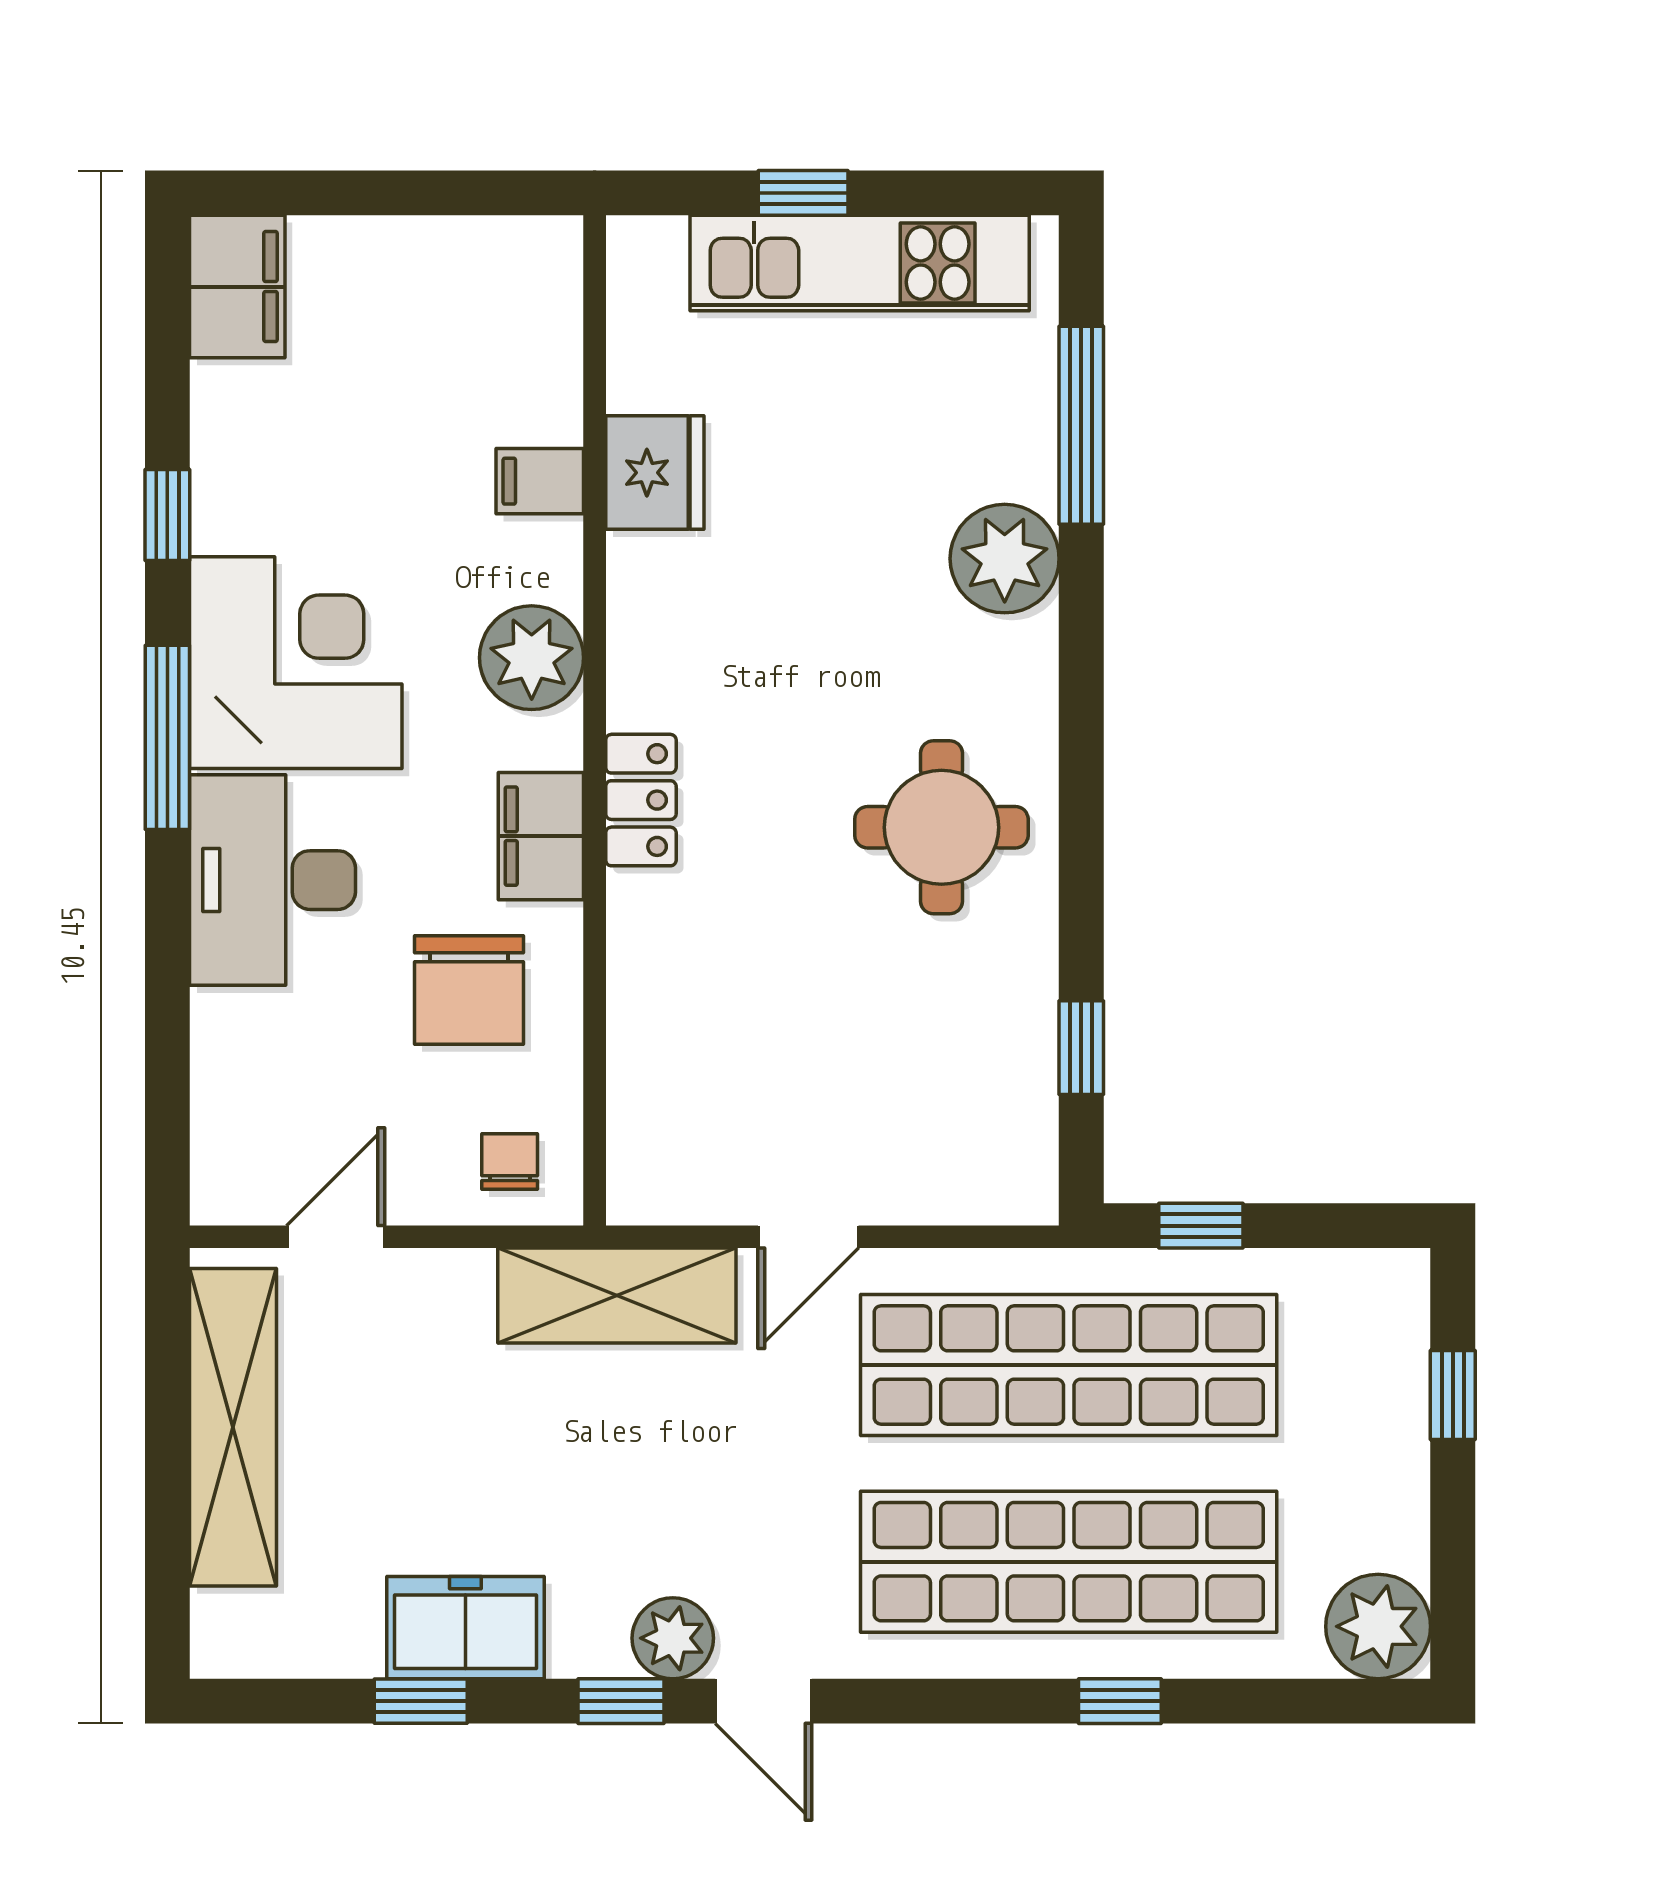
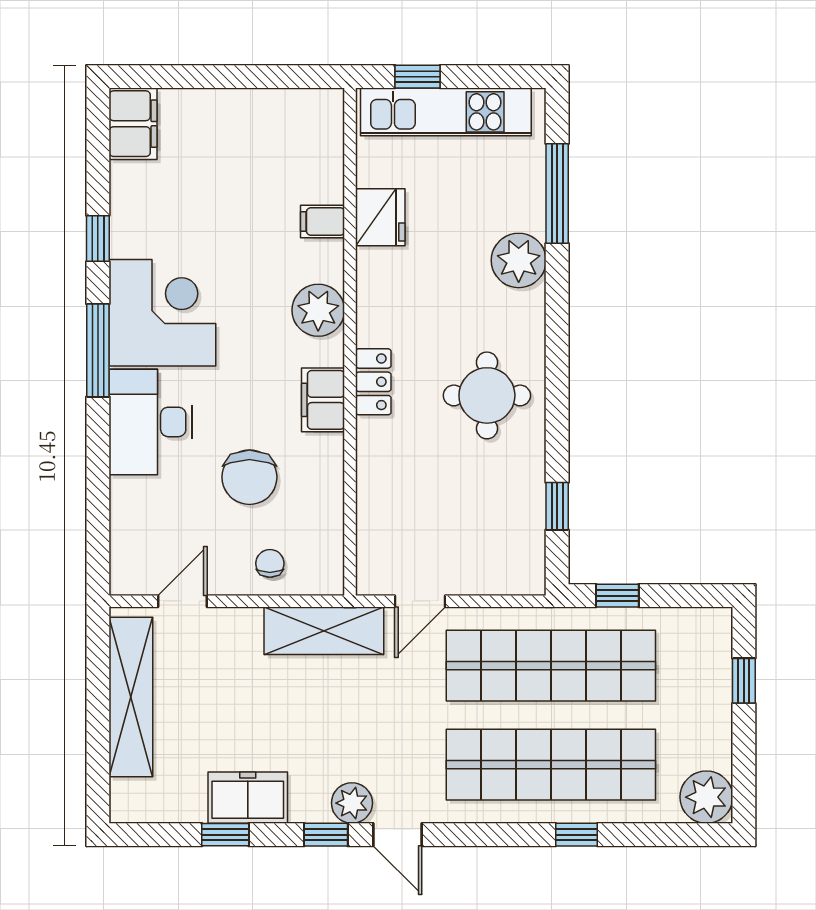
fridge: (655, 473) -> (380, 217), moved
filing cabinet: (540, 481) -> (322, 221), moved
plant: (532, 658) -> (318, 310), moved
wall: (595, 720) -> (350, 342), moved
locker: (641, 800) -> (373, 382), moved
filing cabinet: (541, 836) -> (323, 400), moved

